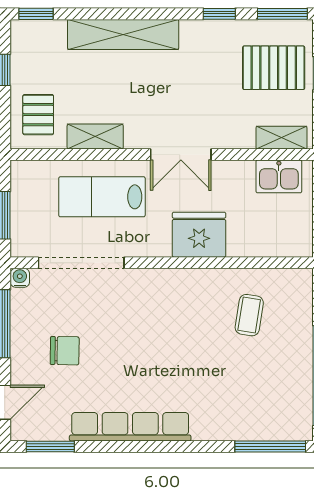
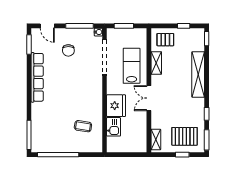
pallet: (274, 68) -> (185, 136), turned 90
kitchen sink: (279, 176) -> (114, 127), moved, turned 180

